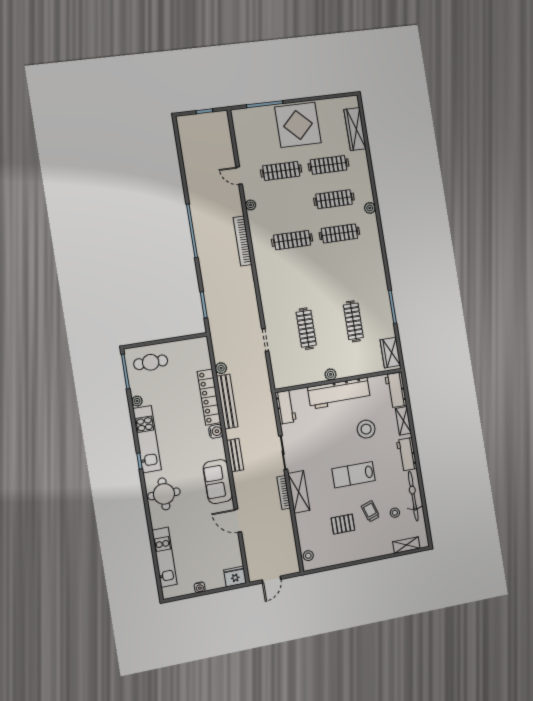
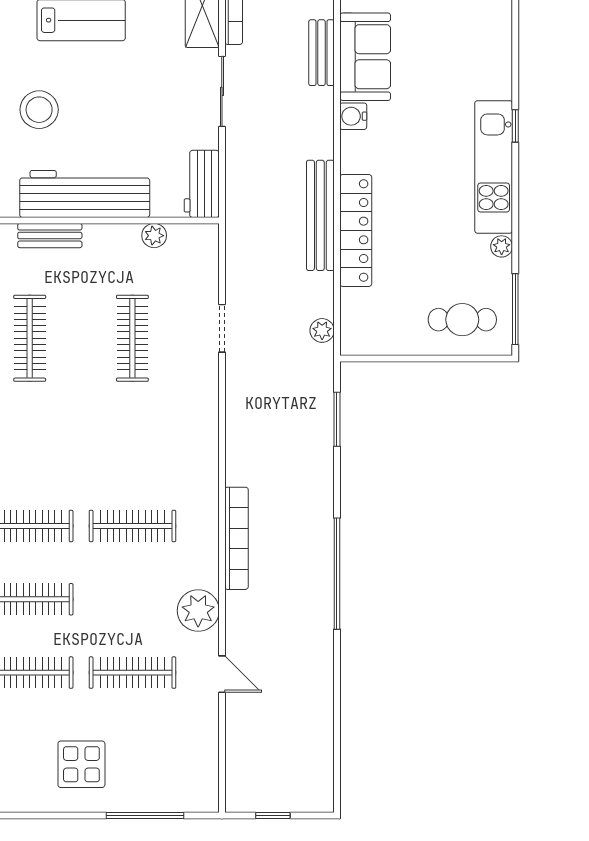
display table: (298, 125) -> (81, 764), width x0.54, depth x0.54
plant: (251, 205) -> (198, 611), width x1.88, depth x1.88
plant: (221, 368) -> (322, 330), moved
bench: (352, 371) -> (50, 236), added
plant: (331, 374) -> (154, 236), moved
water cooler: (216, 431) -> (353, 116), moved
bench: (235, 455) -> (321, 53), moved
round table: (164, 494) -> (477, 51), removed

